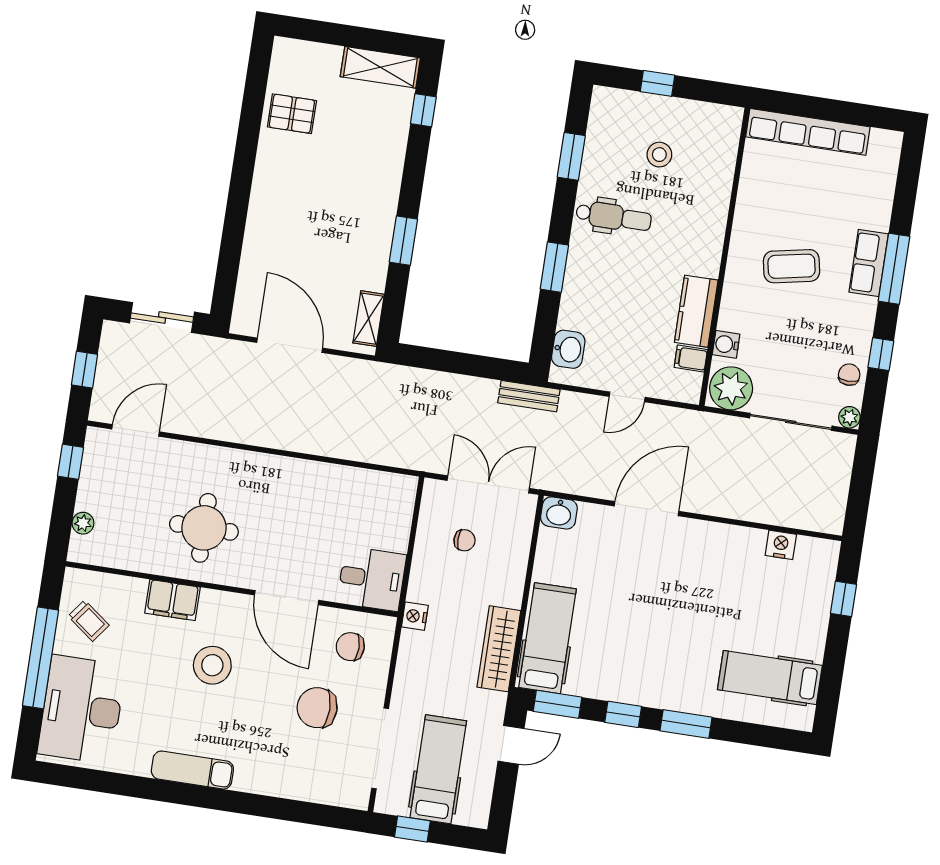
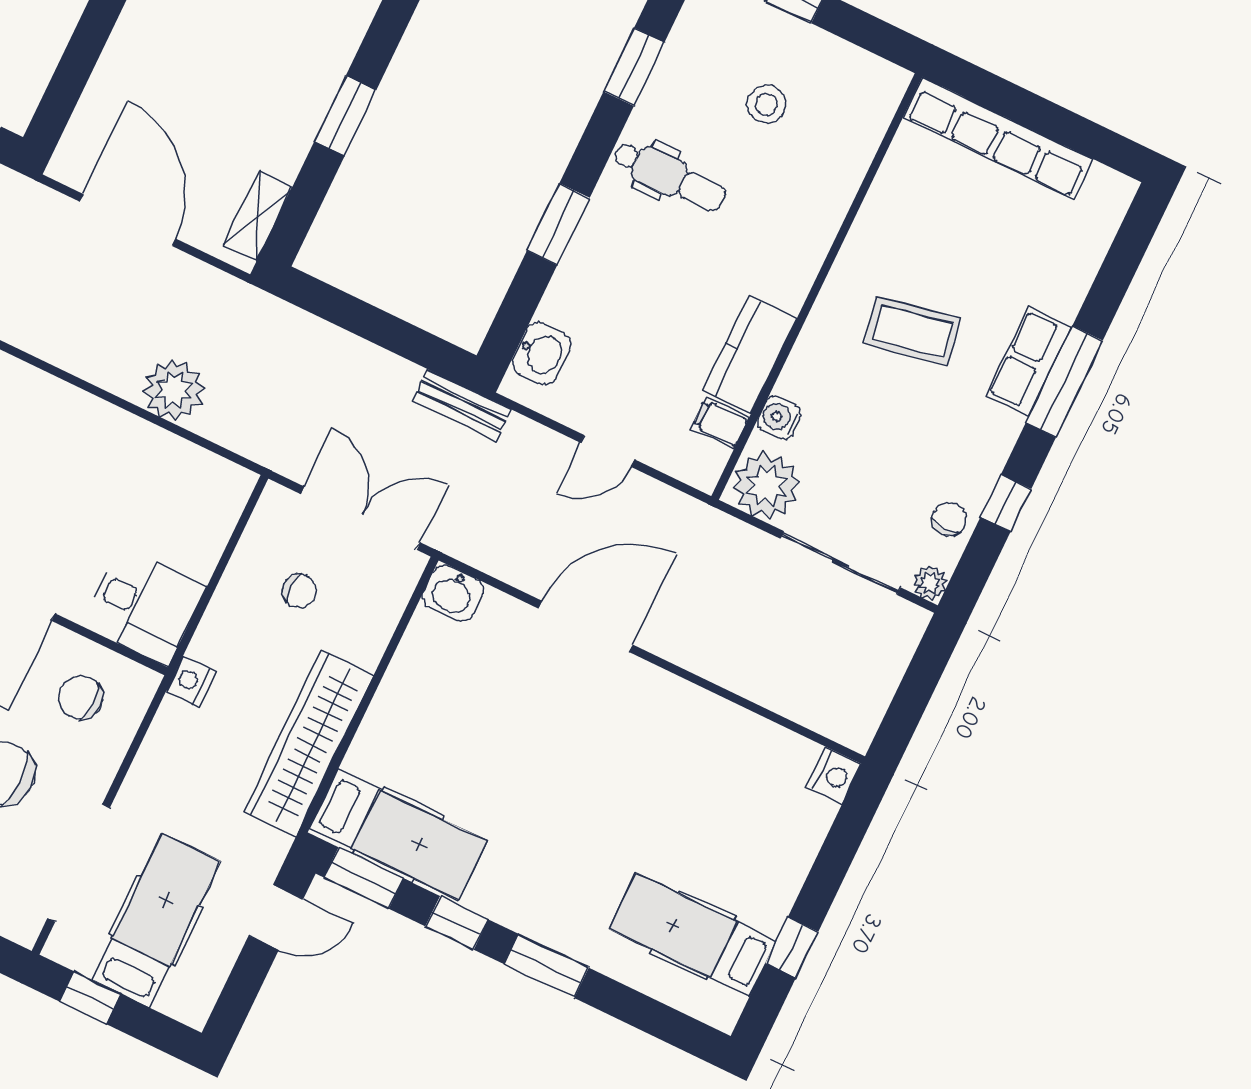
plant: (350, 441) -> (174, 390), added
nightstand: (781, 545) -> (834, 776), moved, turned 90
window: (843, 599) -> (792, 947), moved
hospital bed: (547, 638) -> (398, 835), moved, turned 90
wardrobe: (499, 649) -> (309, 743), width x1.40, depth x1.17

